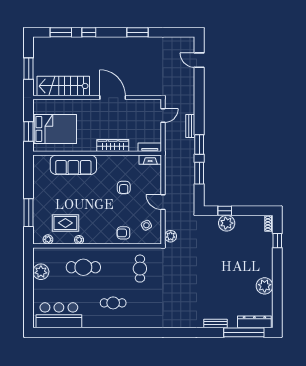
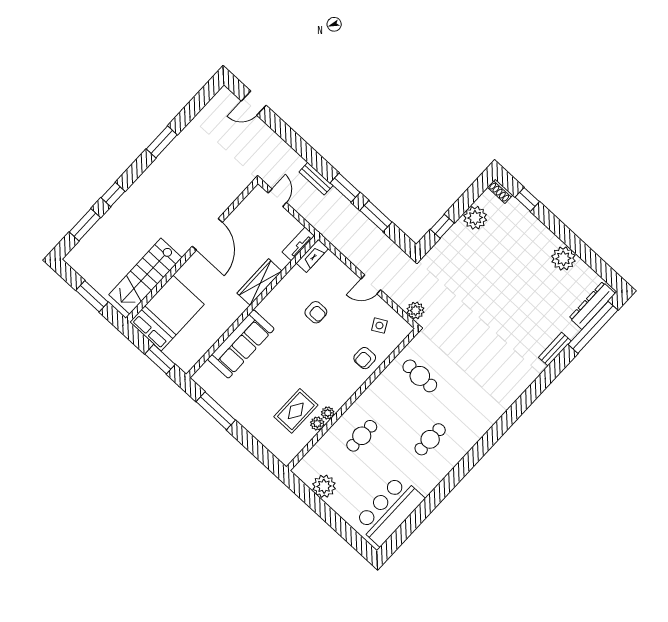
door: (113, 98) -> (207, 234), swing flipped
bed: (55, 129) -> (167, 313), moved
window: (29, 213) -> (216, 411), moved
plant: (227, 223) -> (475, 218), moved
plant: (48, 239) -> (317, 424), moved
cafe table: (83, 267) -> (362, 436), width x0.73, depth x0.74

